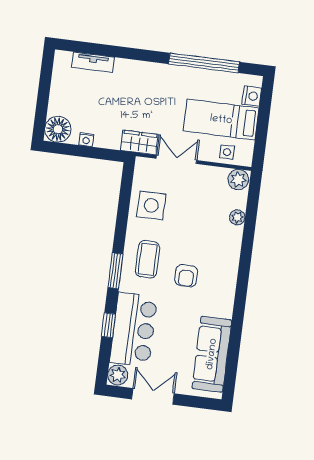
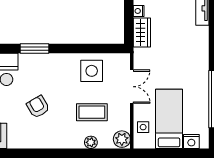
wardrobe: (139, 142) -> (142, 32), moved
coffee table: (148, 259) -> (92, 112), moved
armchair: (186, 276) -> (38, 107), turned 59

